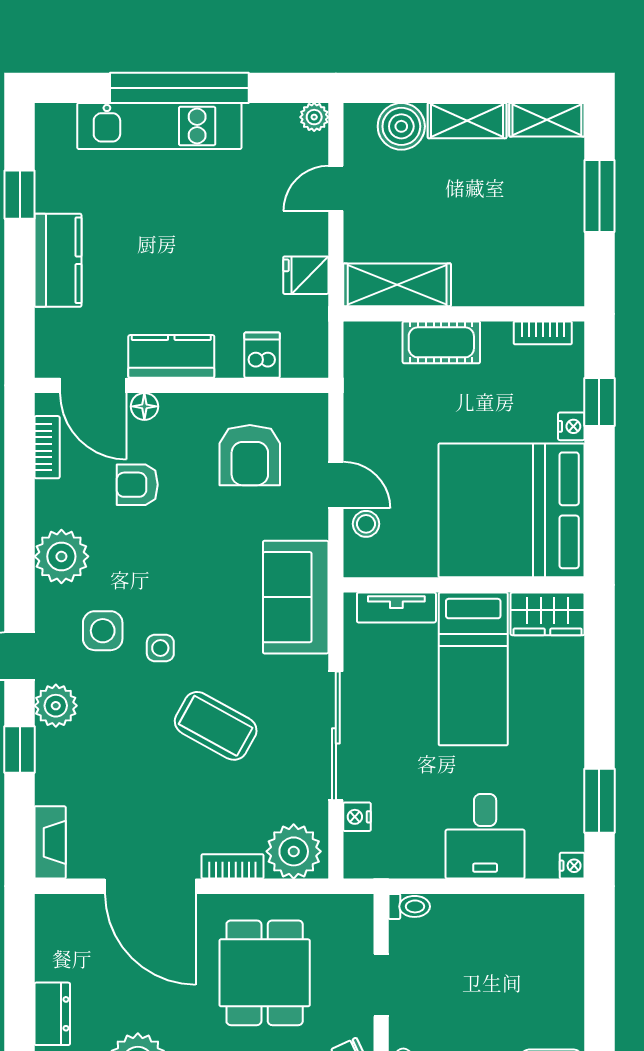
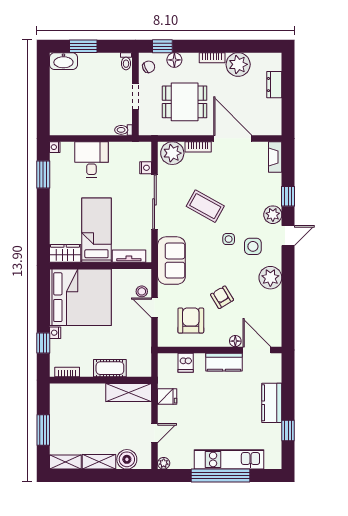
bookcase: (47, 447) -> (276, 324), removed
armchair: (137, 485) -> (222, 297), moved, turned -121
dining table: (265, 973) -> (185, 102), turned 90

